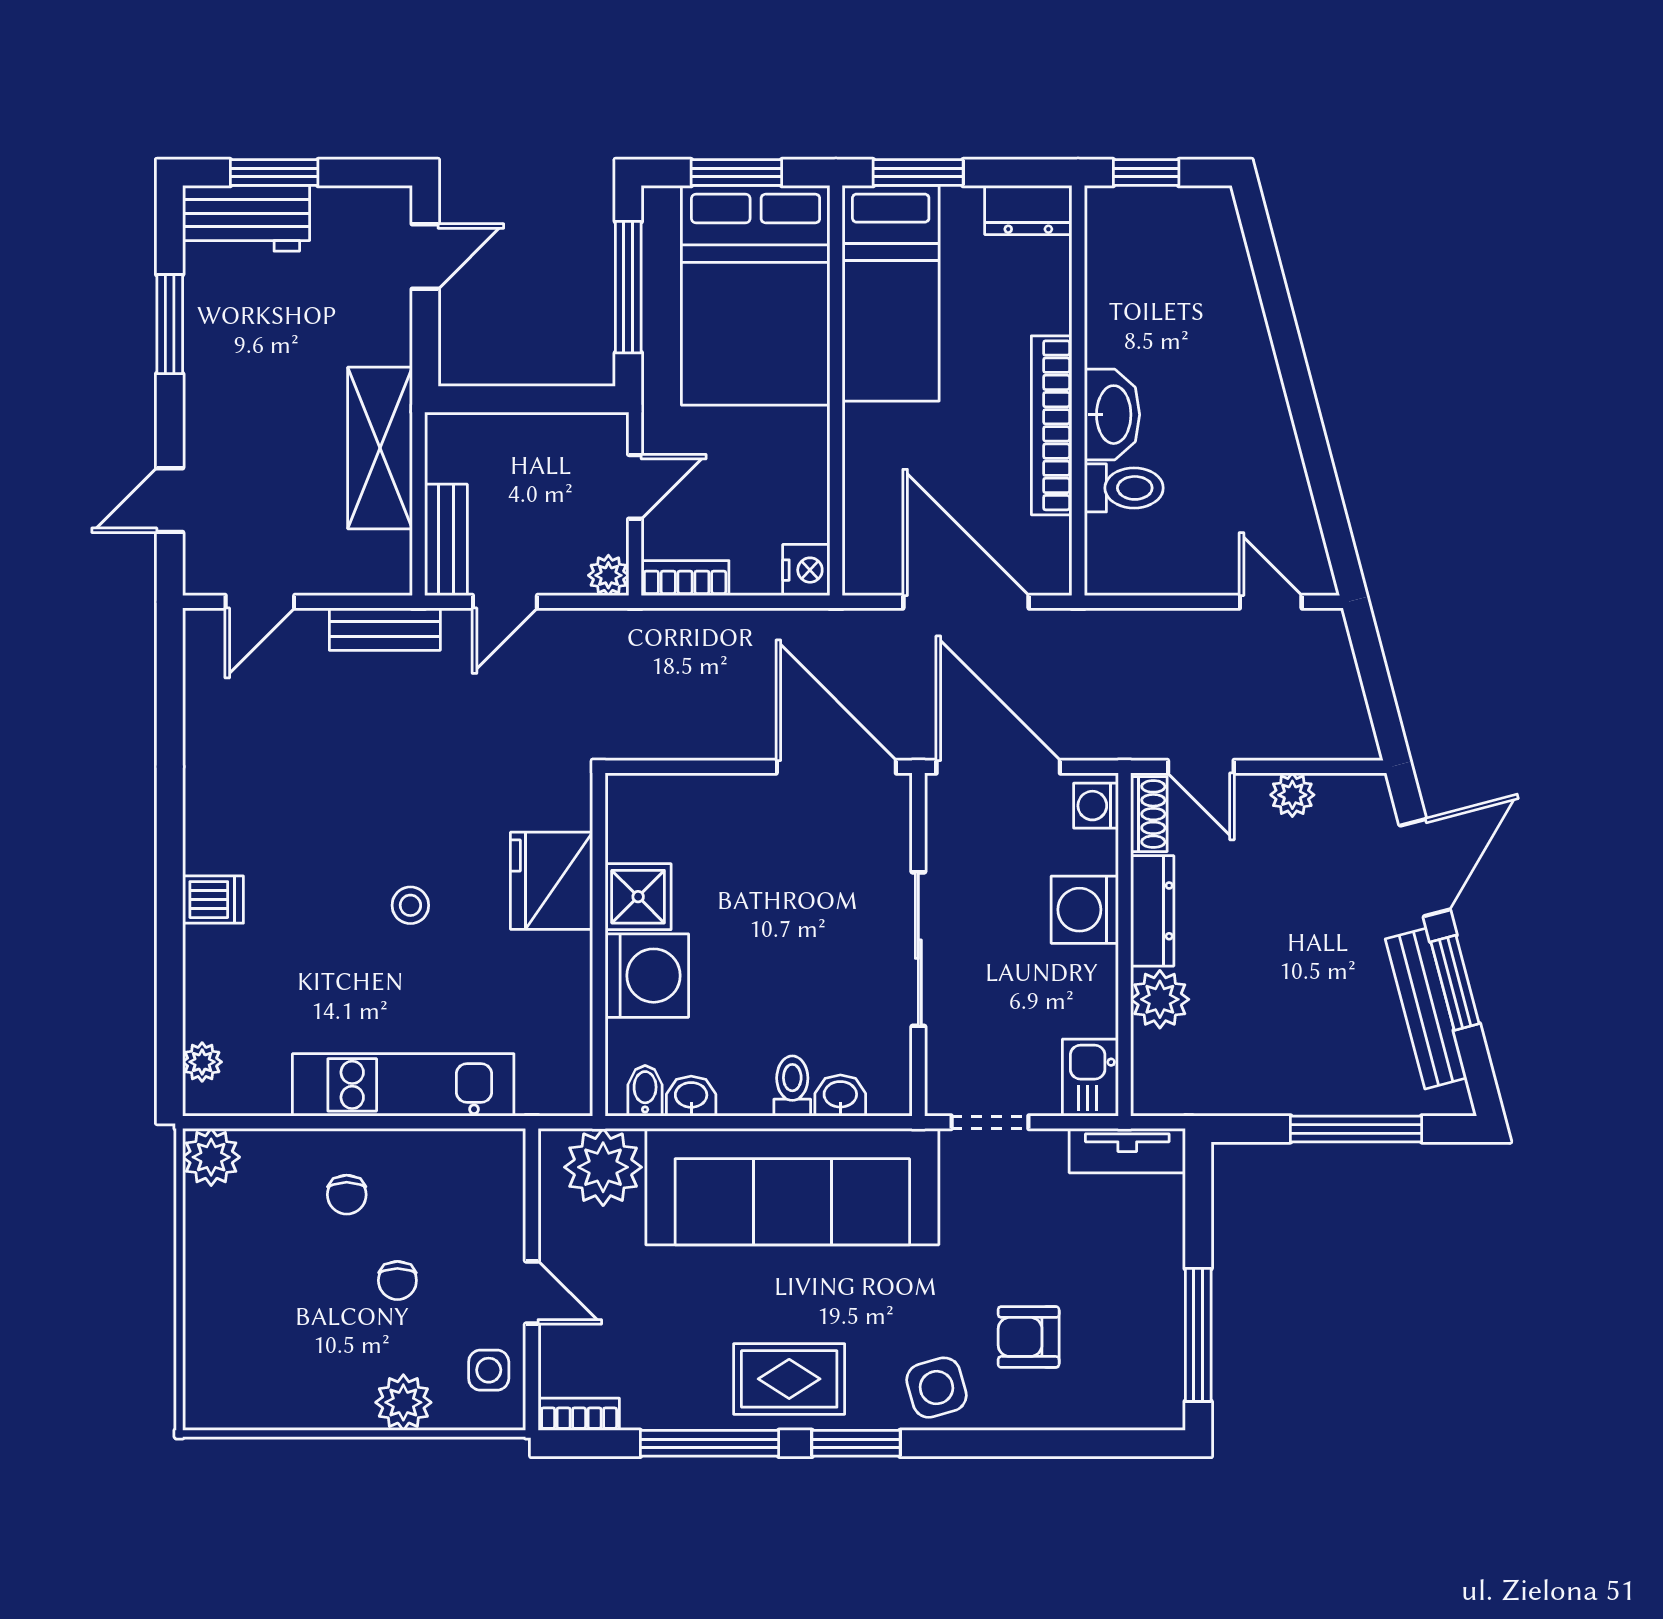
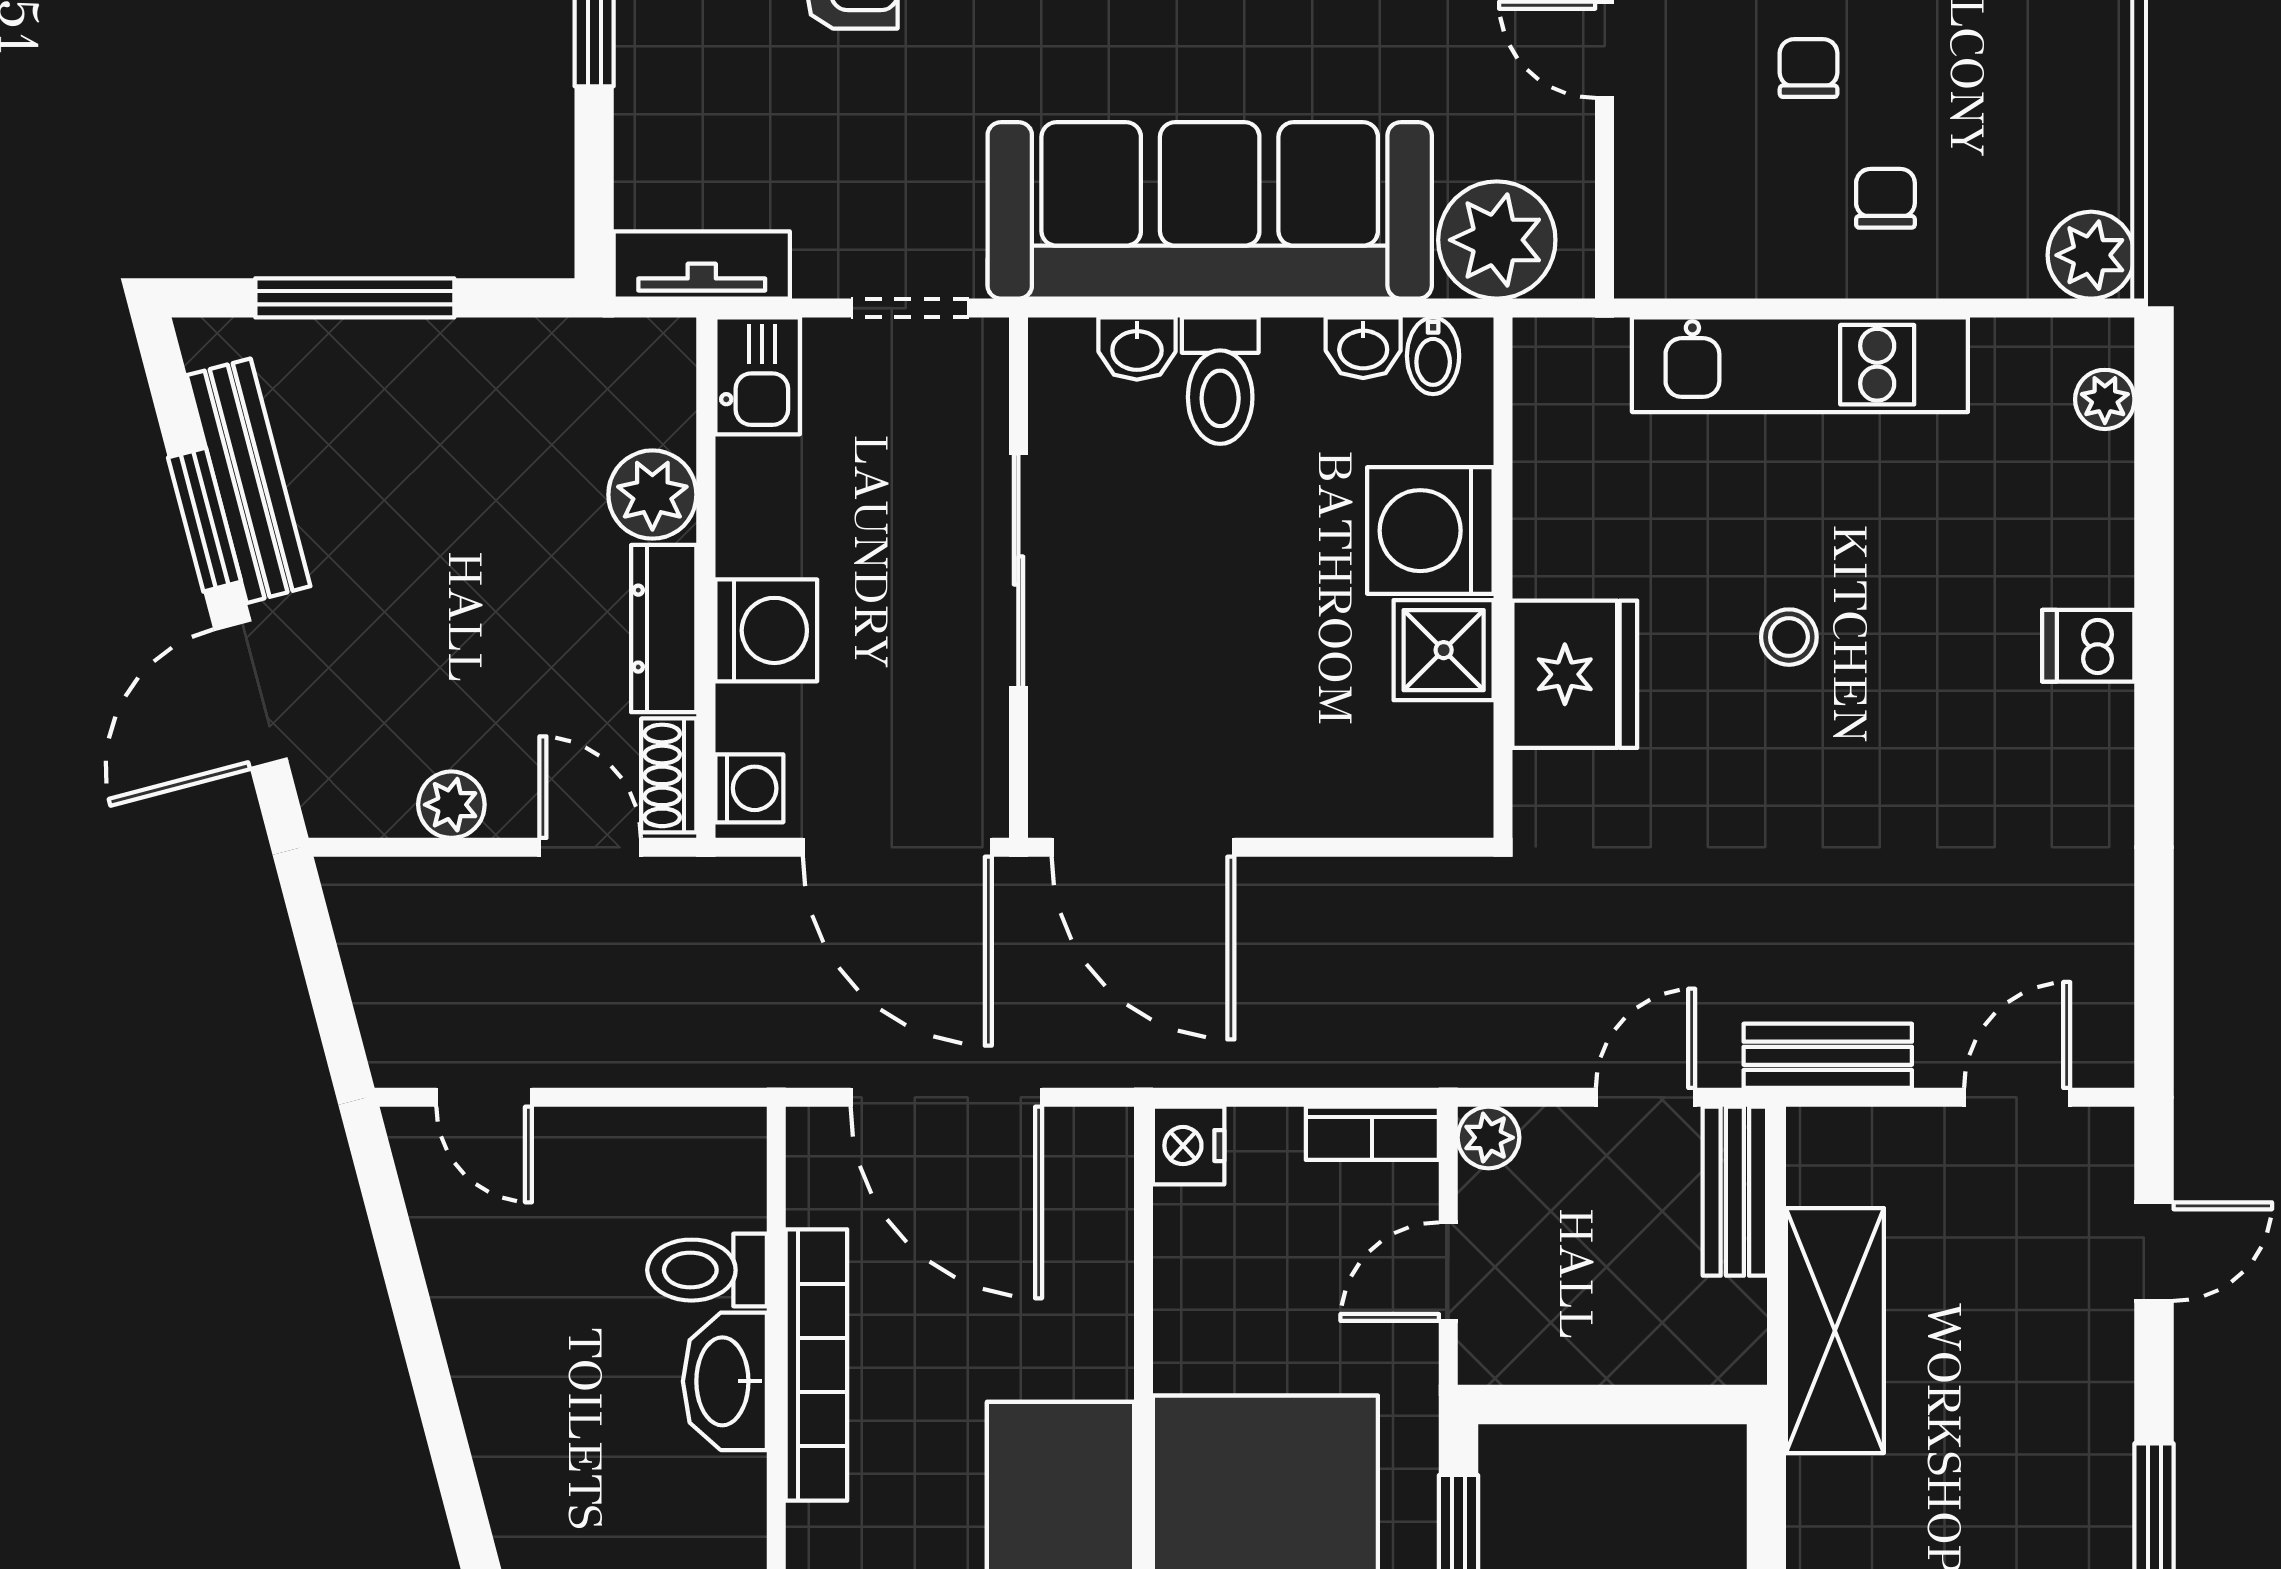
toilet: (792, 1086) -> (1220, 381), width x1.37, depth x1.39

